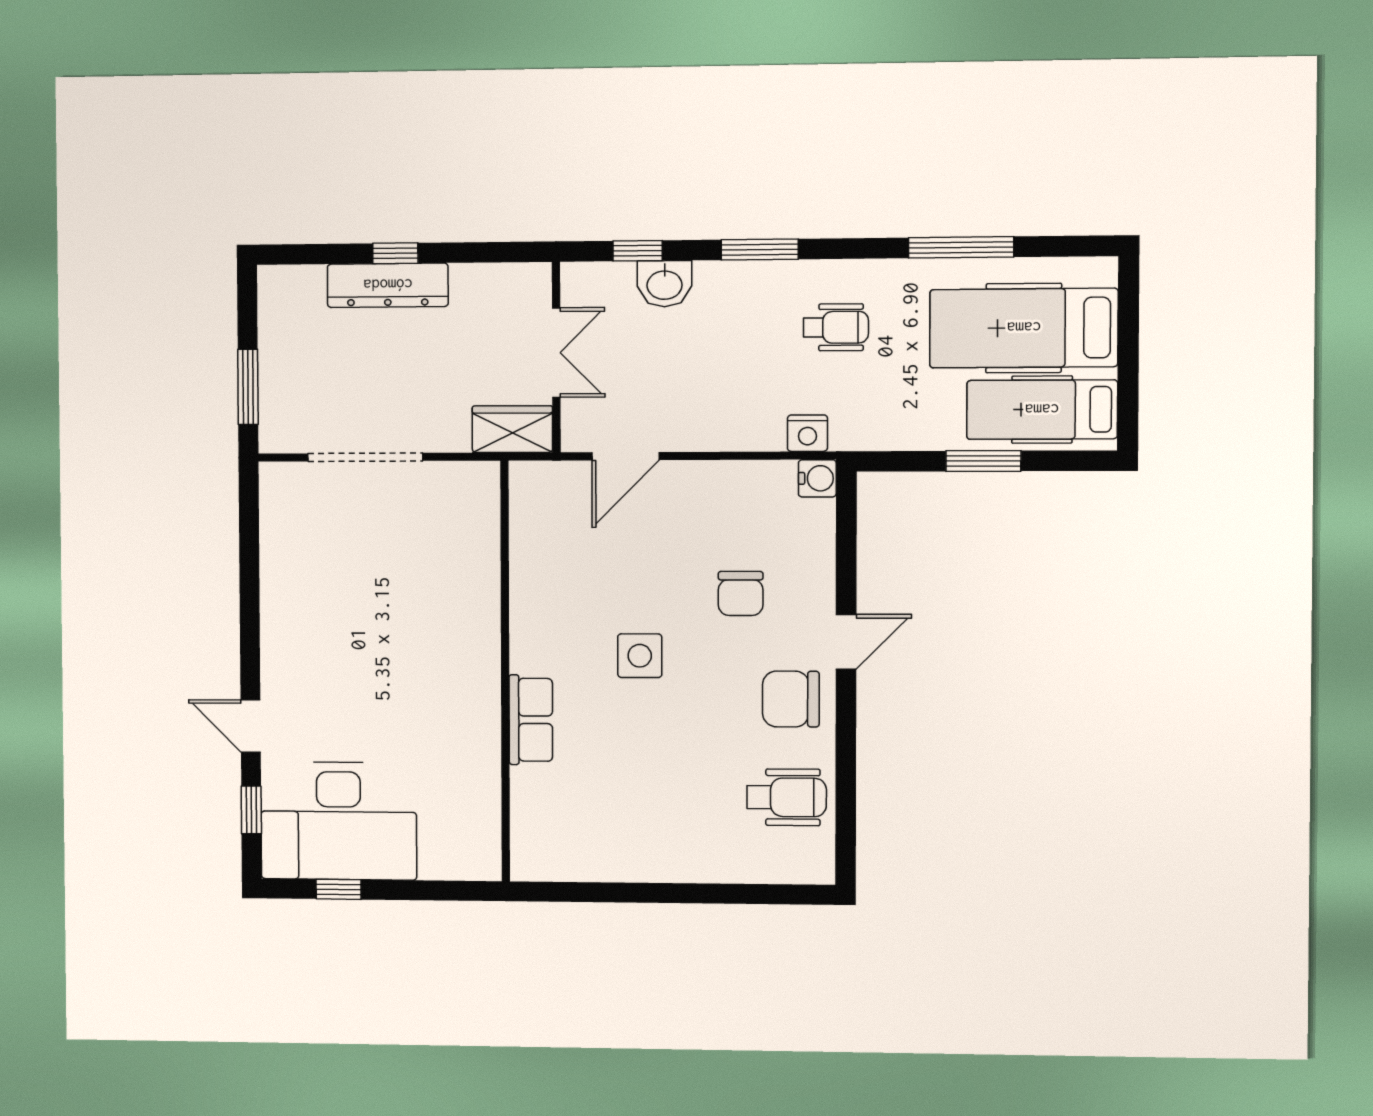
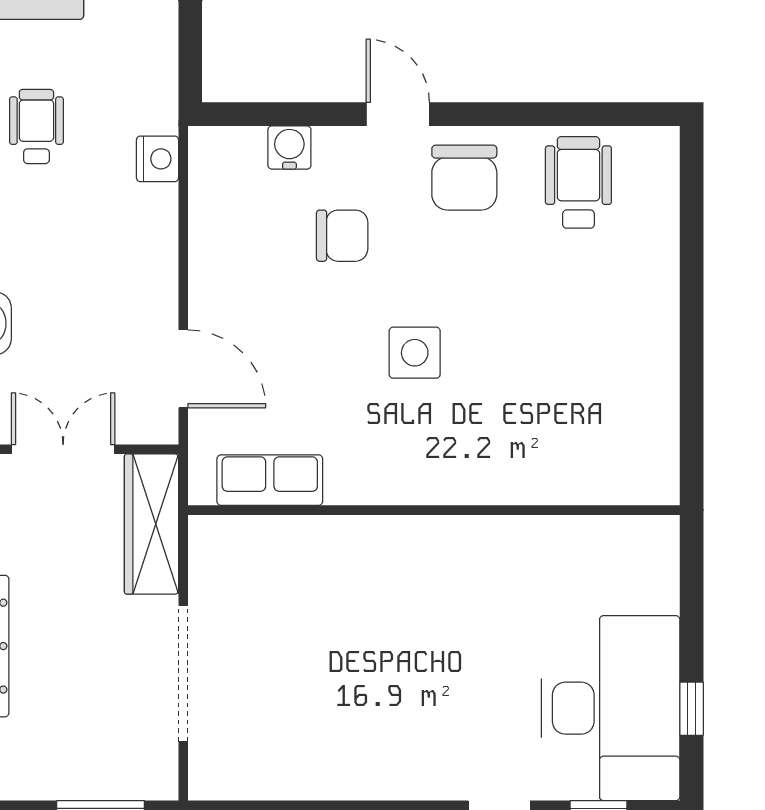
wardrobe: (512, 429) -> (151, 524), width x1.50
water cooler: (817, 478) -> (289, 147), moved
row of seats: (531, 720) -> (270, 480), moved

